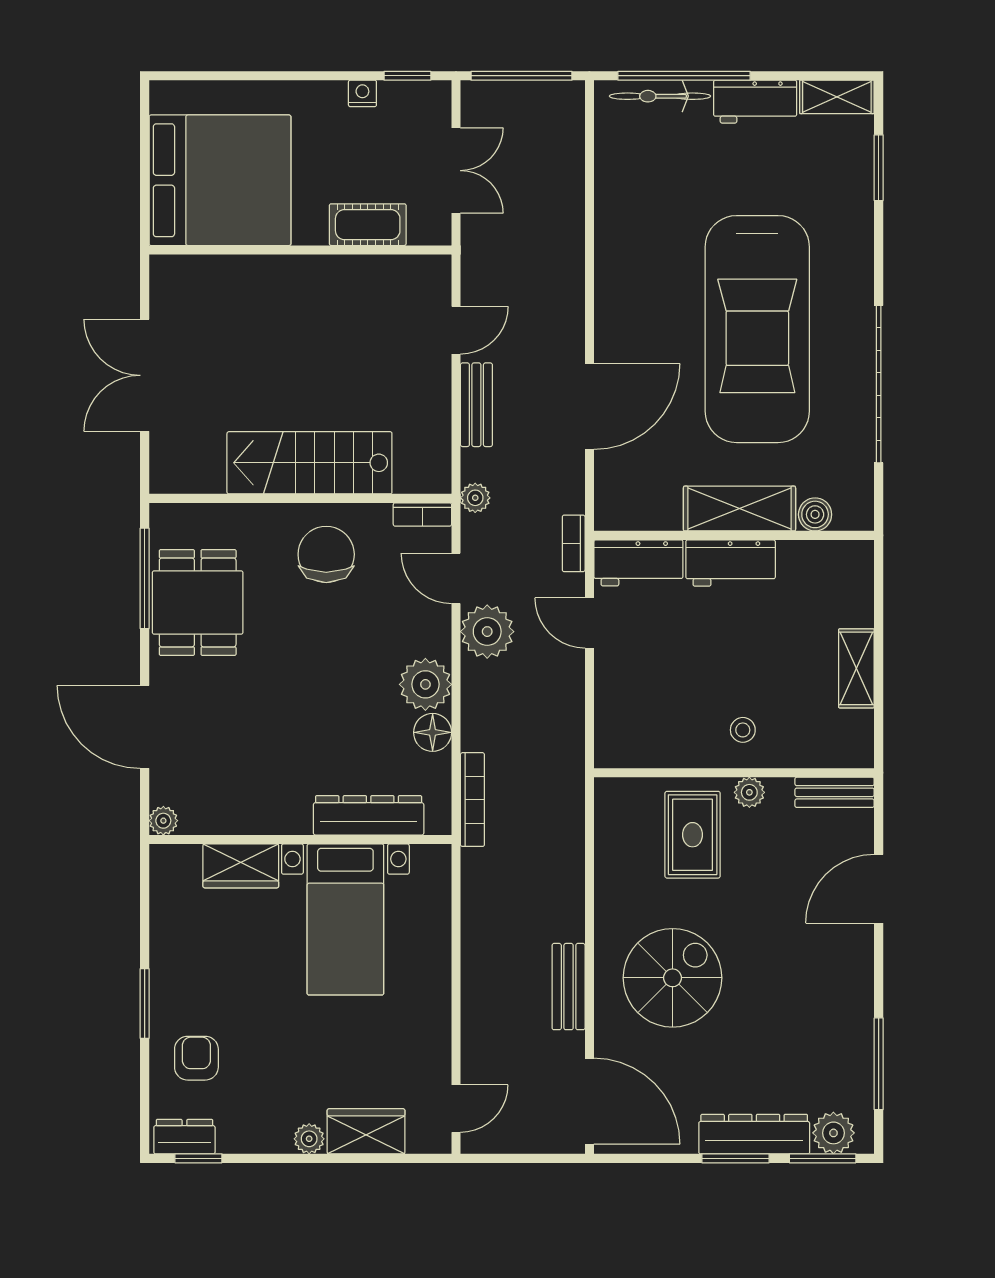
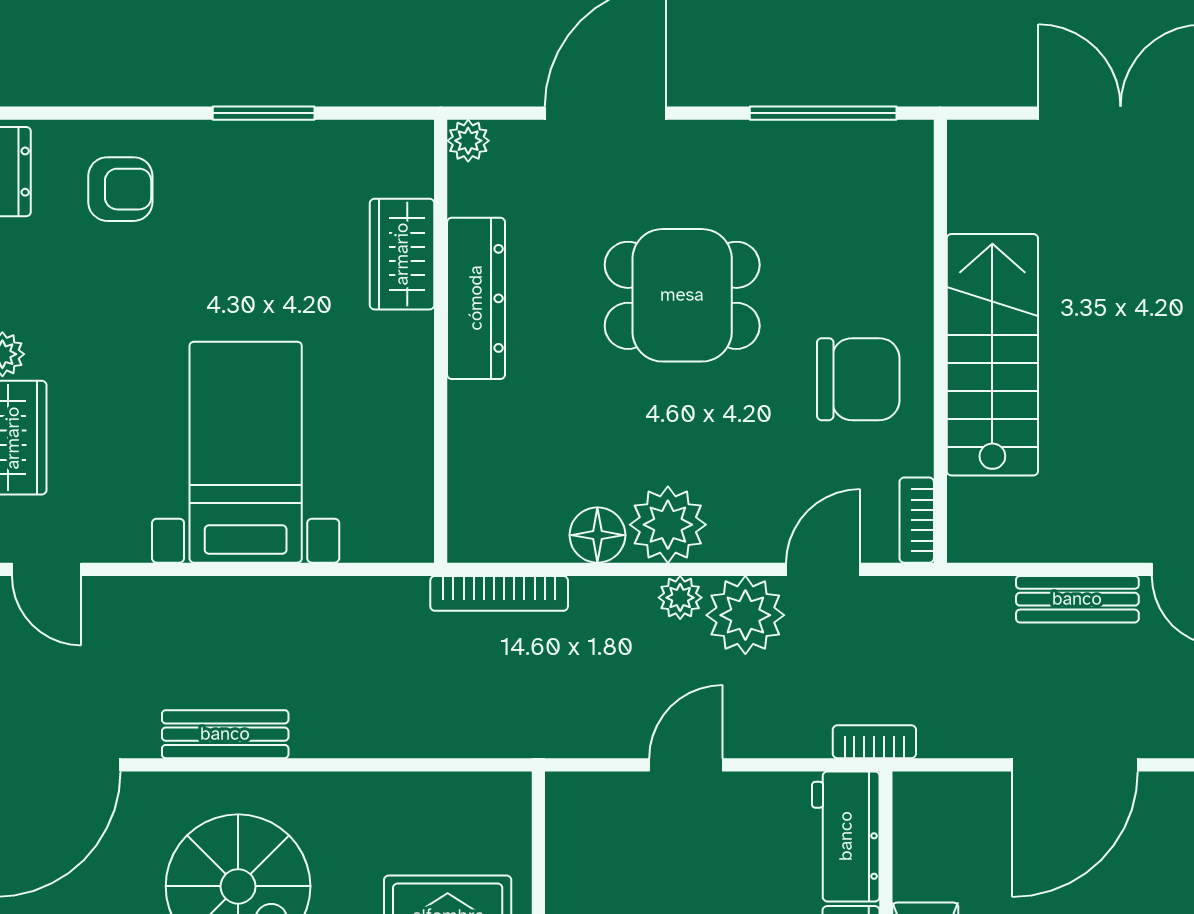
door: (589, 407) -> (1075, 765), hinge flipped
plant: (475, 498) -> (680, 598), moved
dining table: (198, 602) -> (682, 295), moved
door: (589, 623) -> (686, 765), moved
dresser: (369, 815) -> (476, 298), moved
bed with nightstands: (345, 919) -> (246, 452), moved, turned 90
window: (145, 1003) -> (264, 113), moved

